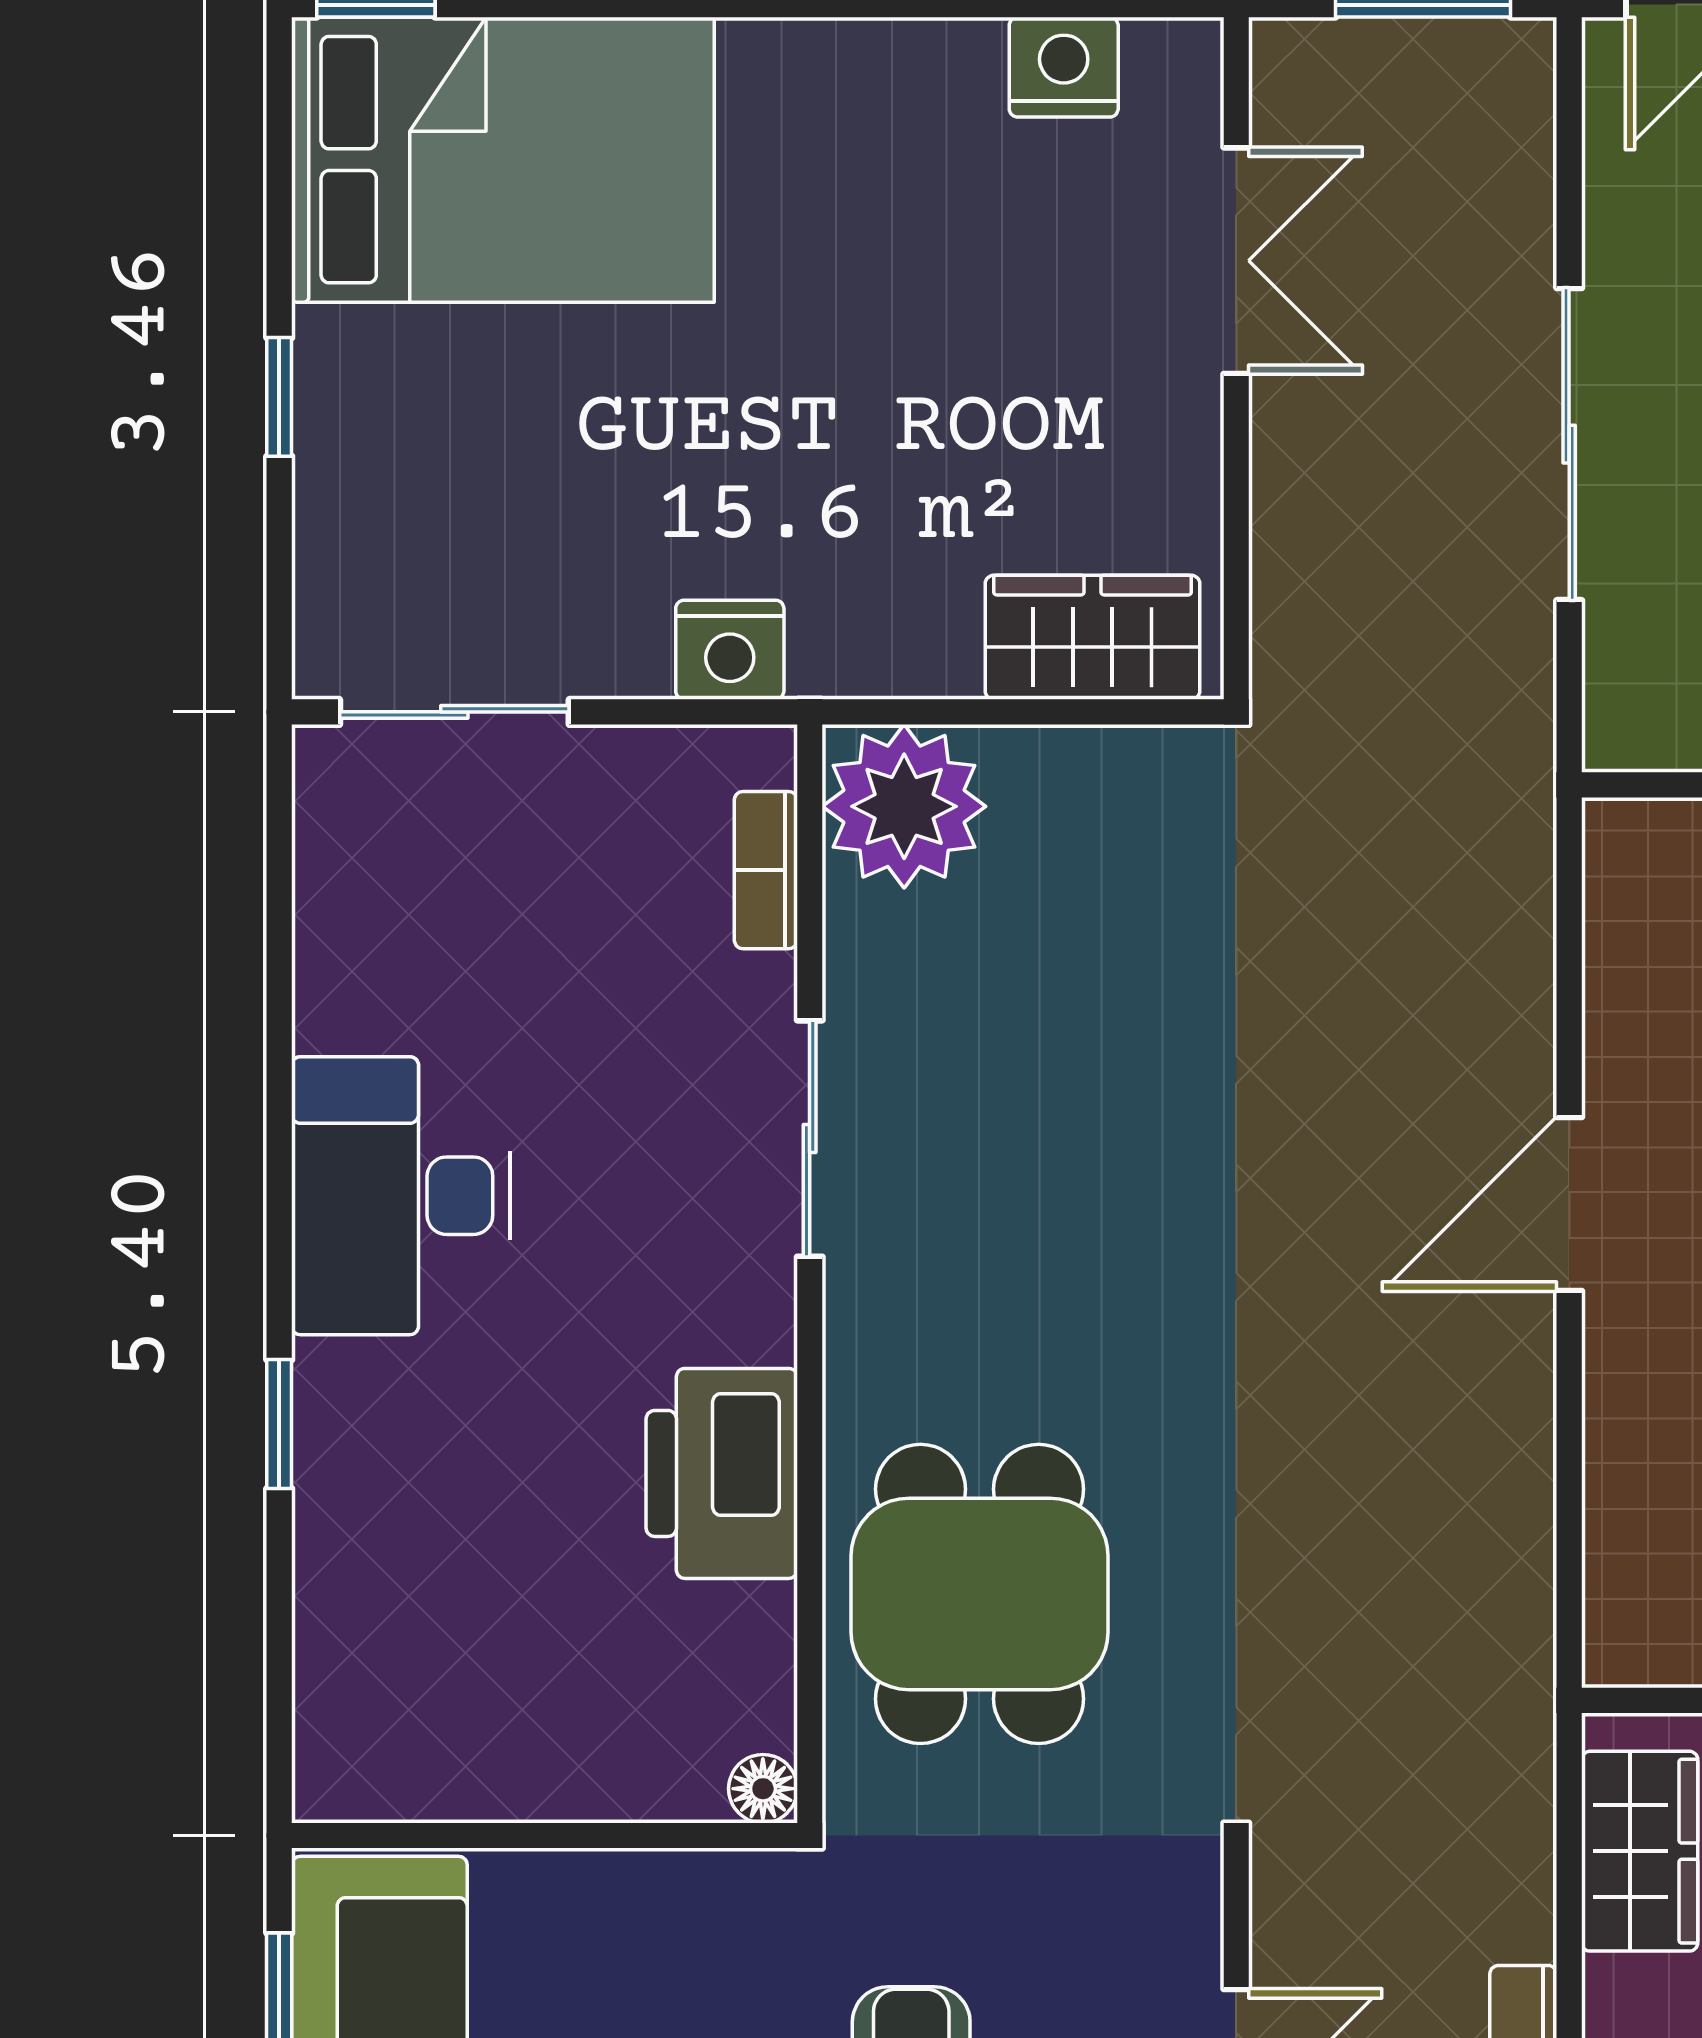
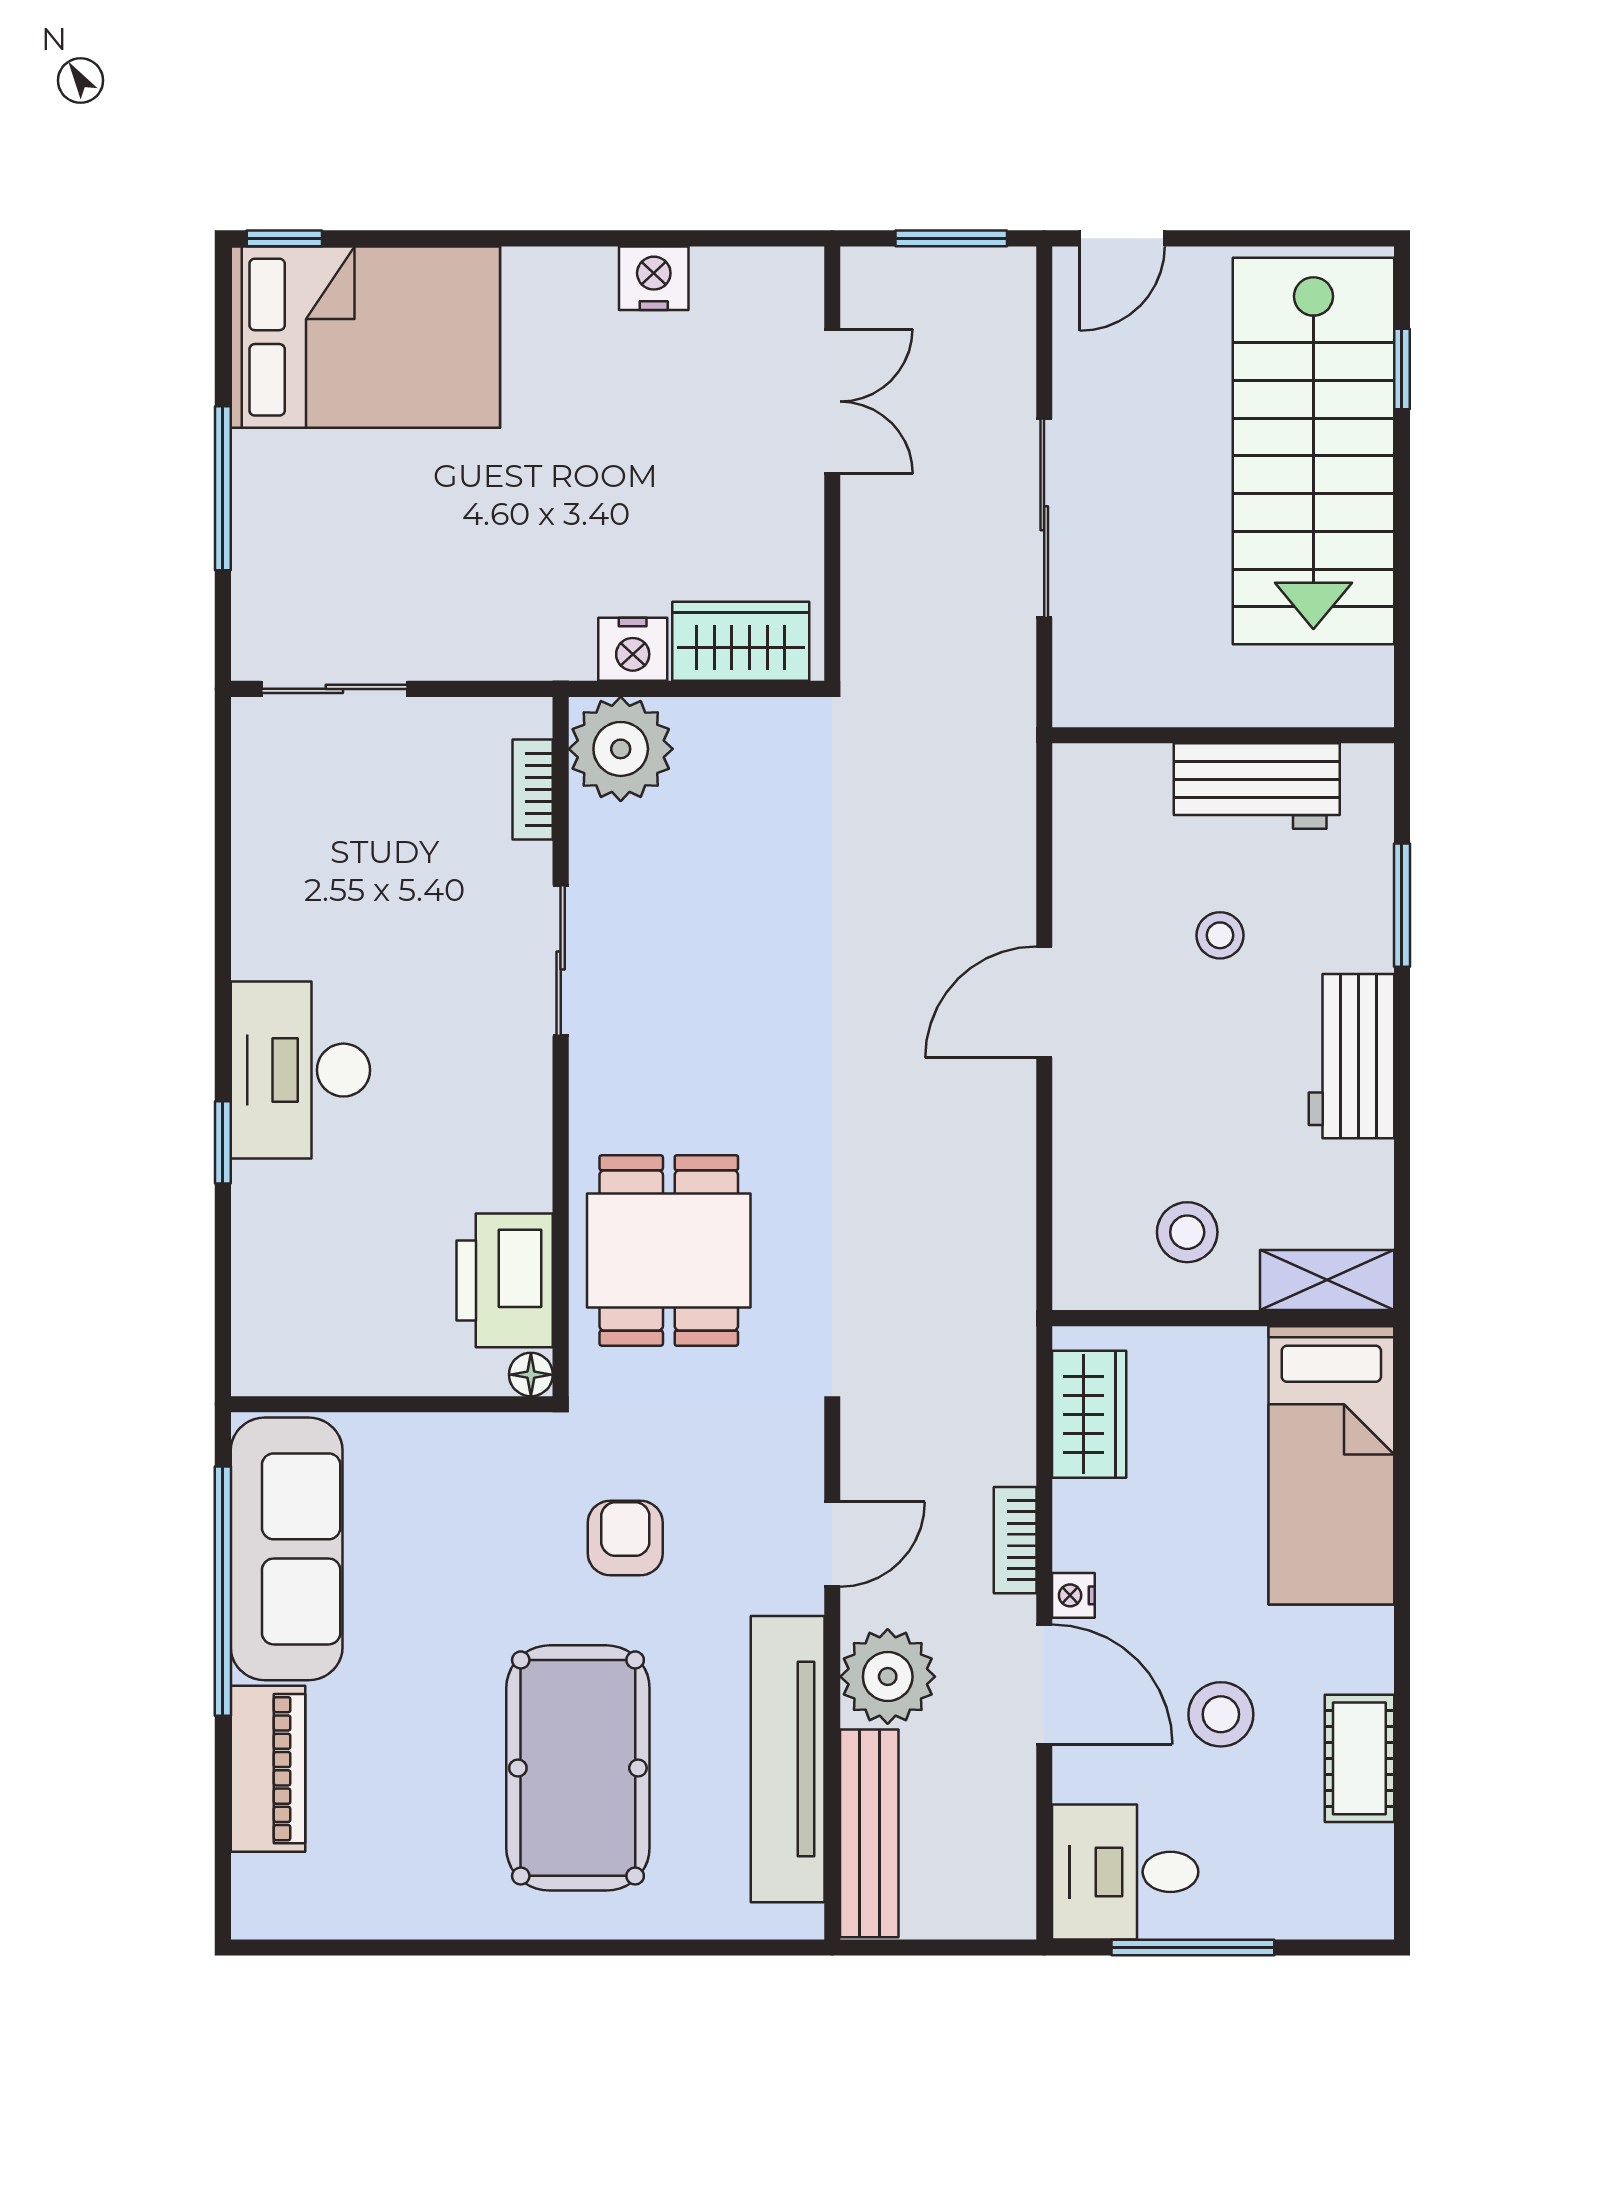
nightstand: (1064, 67) -> (654, 278), moved
window: (279, 397) -> (223, 488), width x2.17
nightstand: (730, 650) -> (633, 649), moved
desk: (401, 1196) -> (300, 1070), moved
printer: (722, 1473) -> (505, 1280), moved

